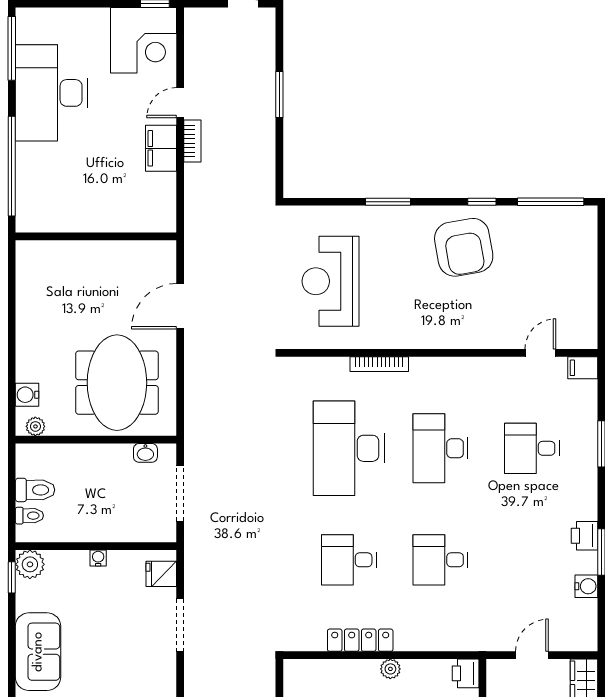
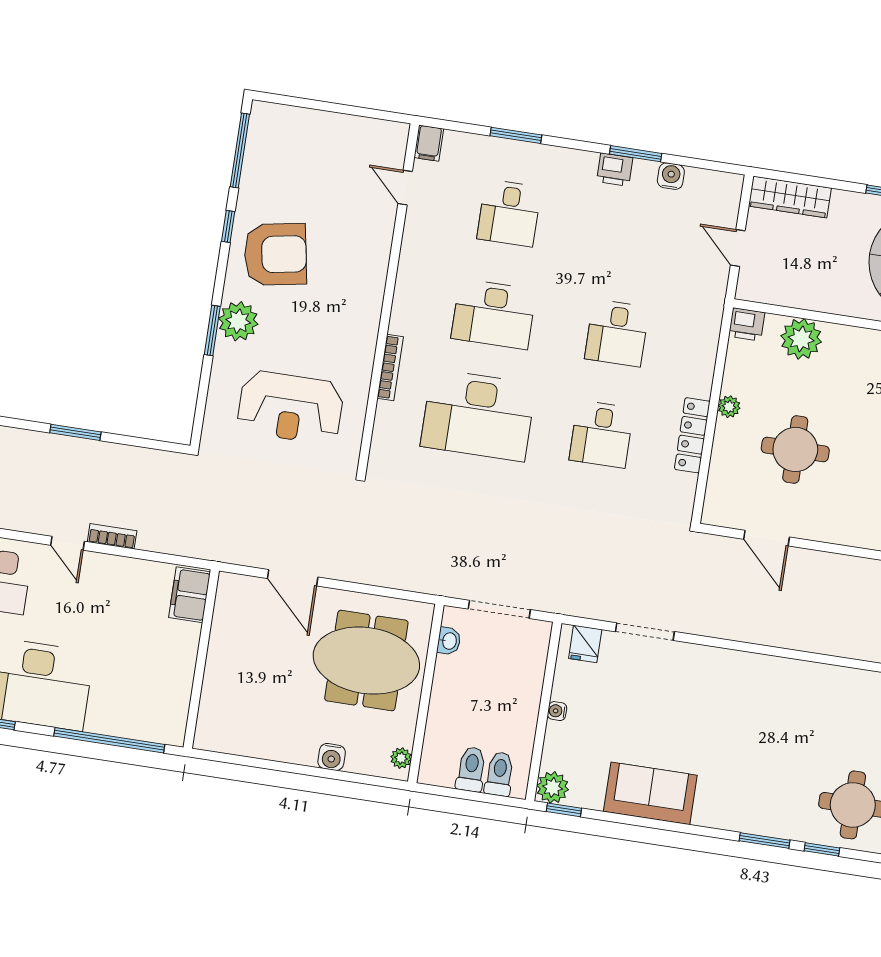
filing cabinet: (161, 148) -> (189, 595), moved, turned 90
plant: (400, 223) -> (238, 321), added
water cooler: (27, 395) -> (332, 757), moved
toilet: (29, 516) -> (499, 774), width x1.37, depth x1.39

